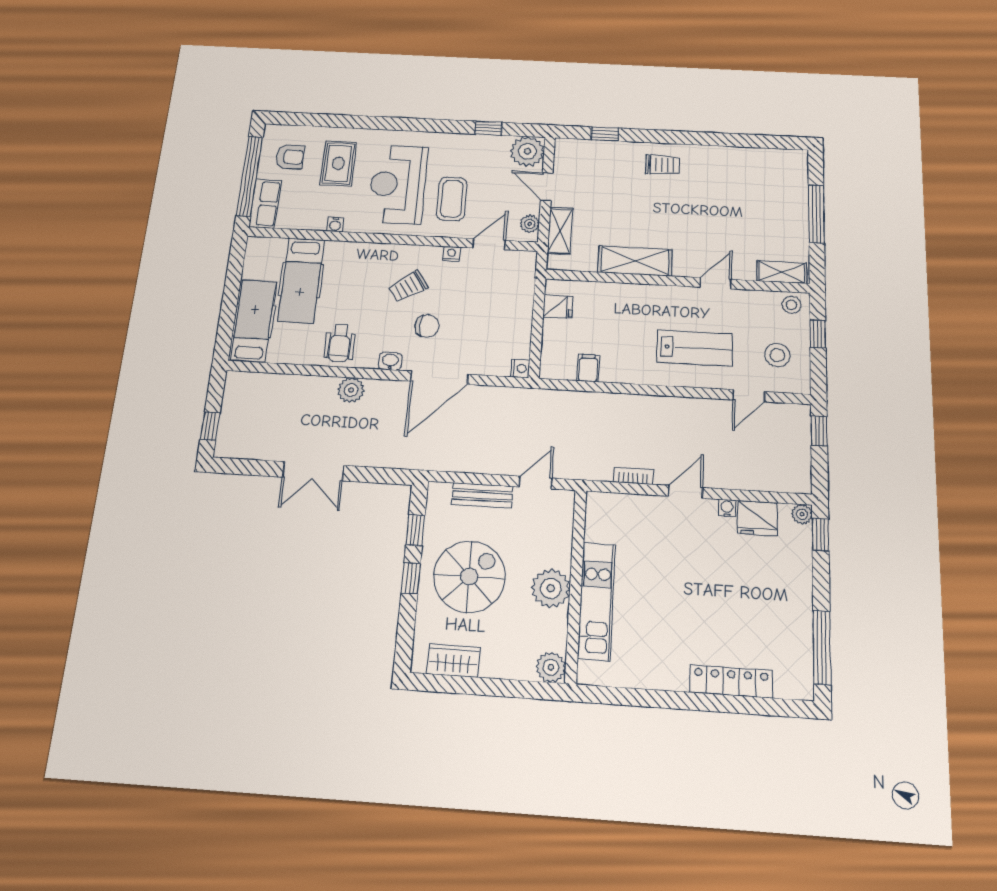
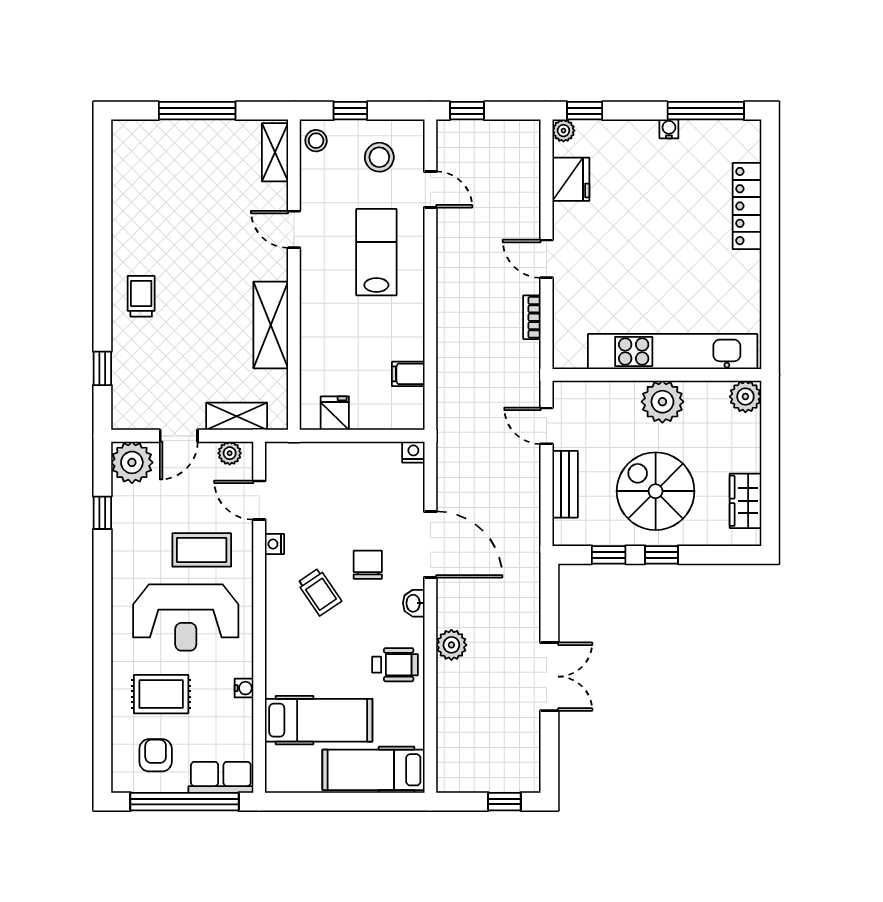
water cooler: (727, 508) -> (669, 129), moved, turned 90
kitchen unit: (597, 601) -> (673, 352), width x1.36

